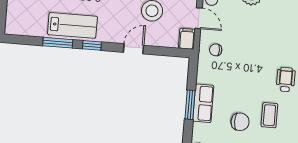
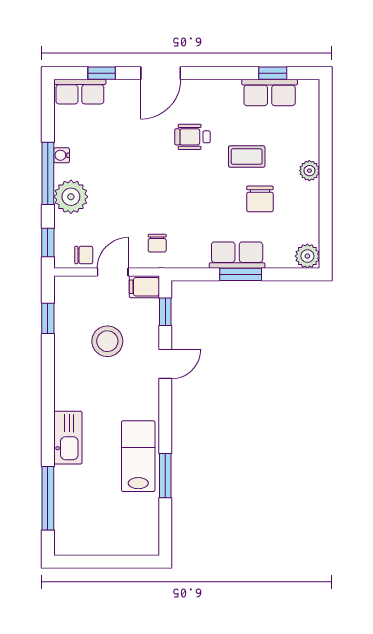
window: (92, 45) -> (165, 312), moved
door: (133, 49) -> (165, 364), swing flipped
chair: (240, 122) -> (260, 199), turned 180

